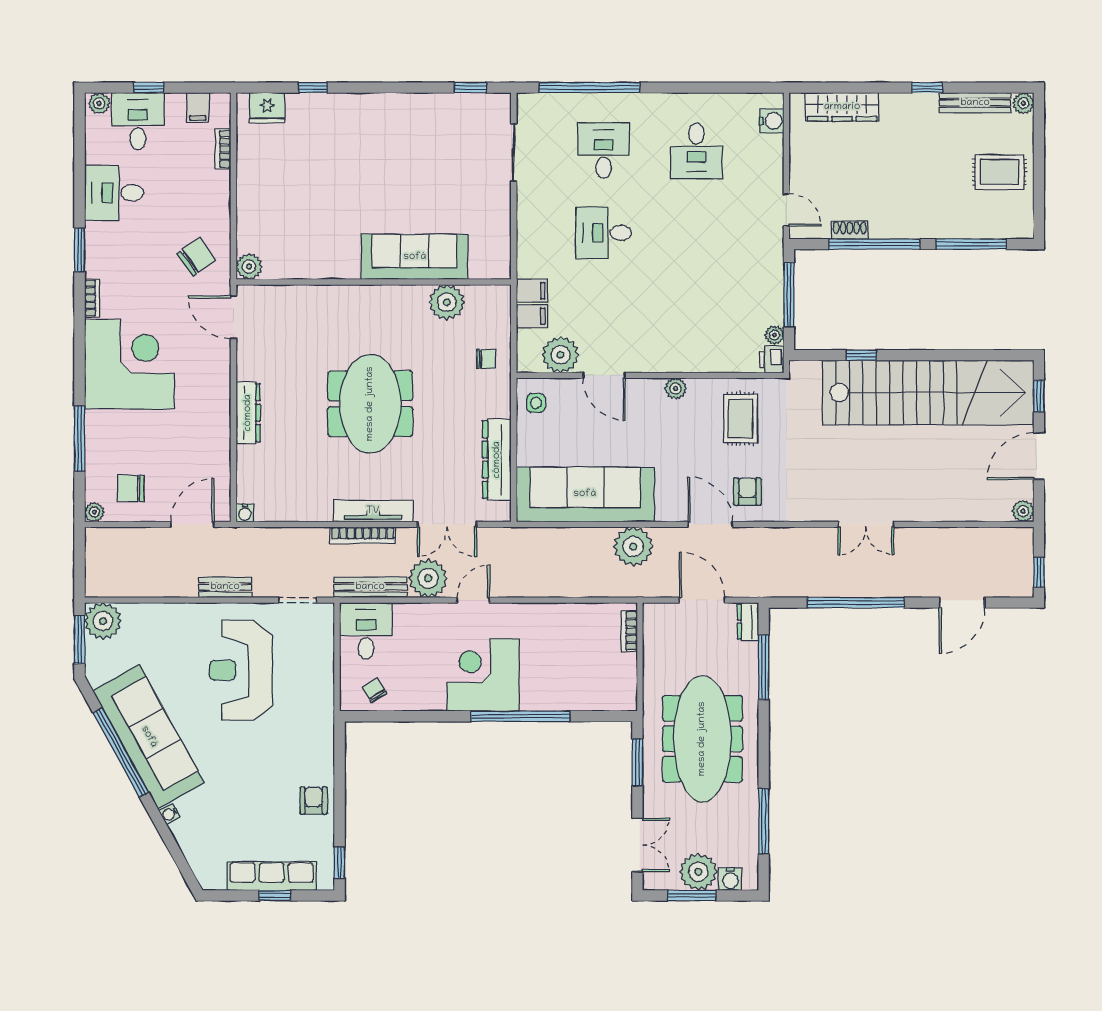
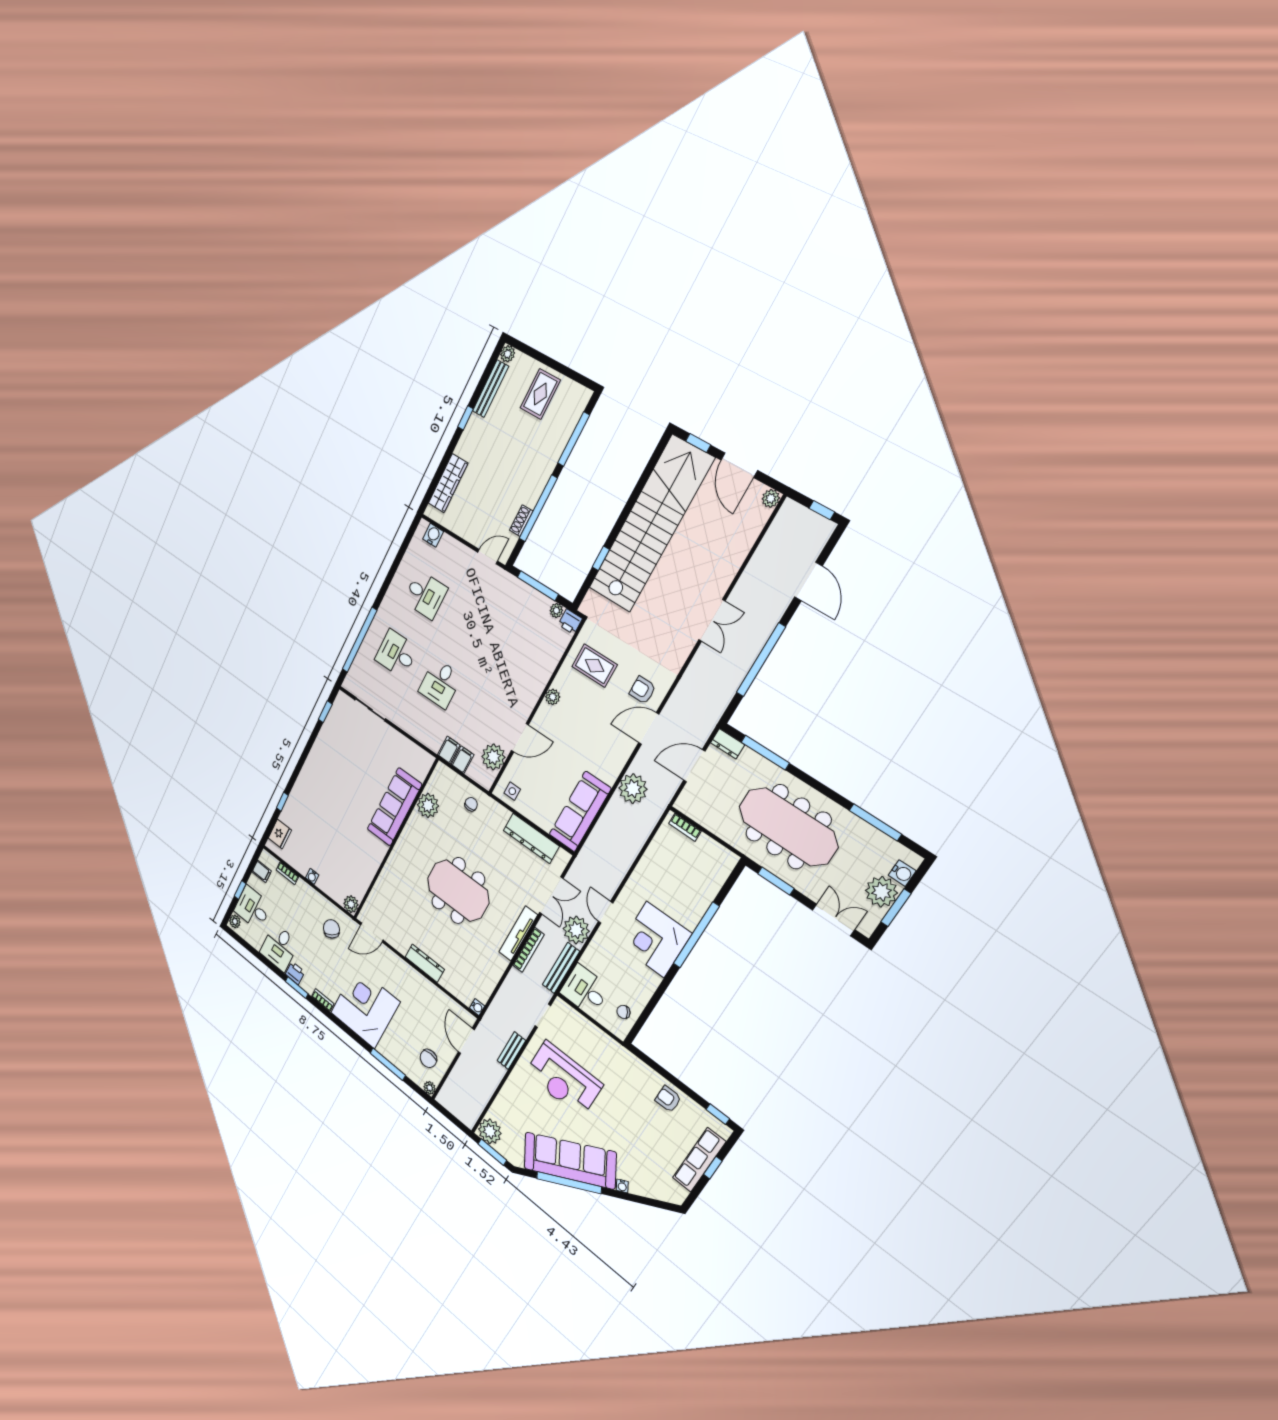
water cooler: (245, 189) -> (312, 876), added
printer: (97, 236) -> (295, 973), added
sofa: (585, 494) -> (580, 812), width x0.74, depth x0.79

